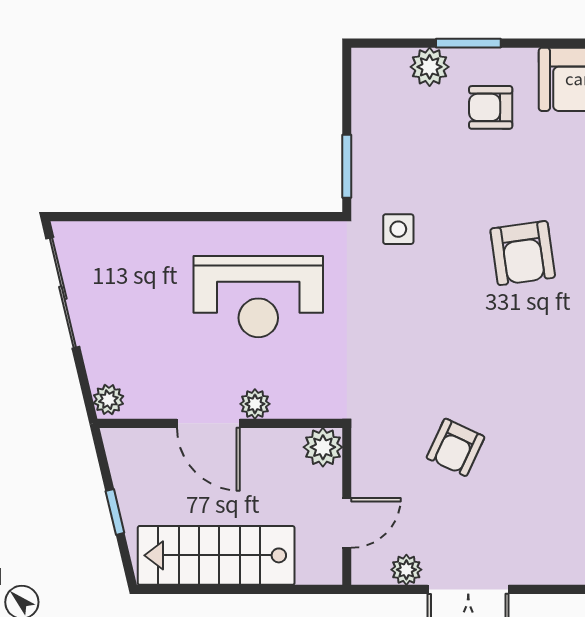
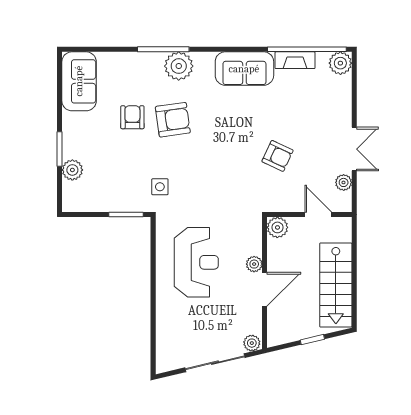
armchair: (491, 107) -> (132, 117), moved, turned 180
sliding door: (63, 293) -> (215, 363), moved

